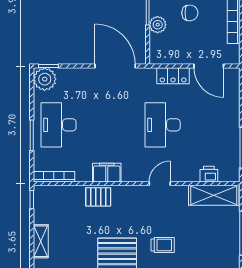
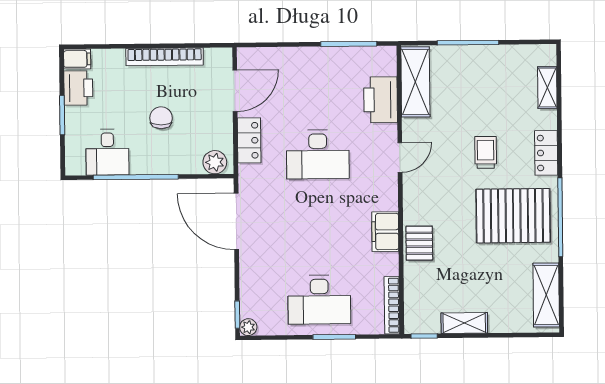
plant: (158, 25) -> (215, 162), moved
door: (115, 66) -> (236, 221), hinge flipped
plant: (45, 79) -> (248, 327), width x0.53, depth x0.53
printer: (209, 174) -> (381, 100), width x1.87, depth x1.48
door: (160, 184) -> (400, 157), swing flipped
shelving: (41, 241) -> (464, 323), moved

